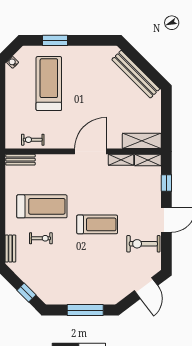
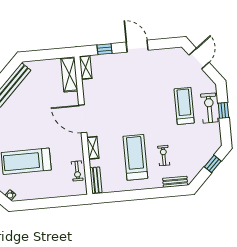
shelving: (121, 160) -> (93, 148), moved
treadmill: (97, 224) -> (184, 106), moved
exercise bike: (143, 244) -> (209, 108), moved, turned 180
door: (146, 288) -> (199, 59), hinge flipped
window: (85, 310) -> (223, 110), width x0.46

